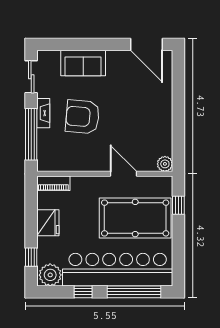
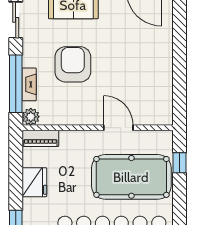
fireplace: (43, 113) -> (29, 84), moved
armchair: (83, 117) -> (73, 64), turned 85
plant: (165, 164) -> (31, 117), moved

